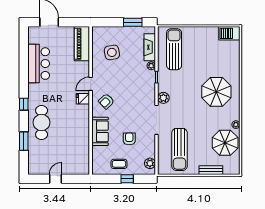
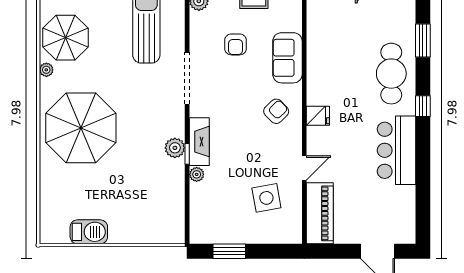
barbecue: (229, 33) -> (89, 232), moved
fireplace: (150, 47) -> (199, 142), moved
sun lounger: (174, 49) -> (156, 204), removed
bar counter: (39, 64) -> (396, 150), moved
door: (91, 84) -> (304, 168), moved
parasol: (216, 92) -> (81, 128), width x1.36, depth x1.36
plant: (163, 98) -> (175, 148), moved

